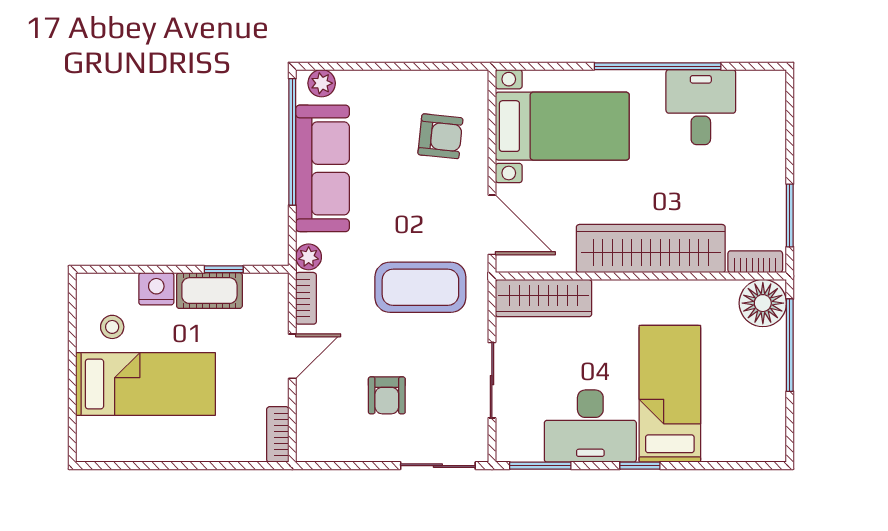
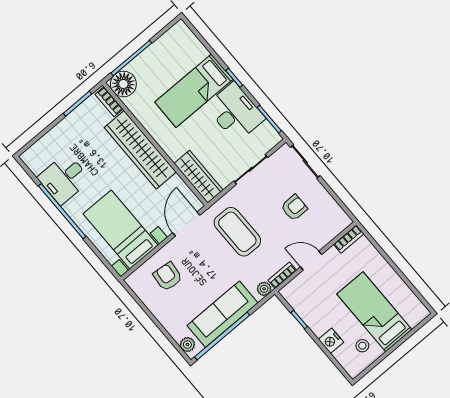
cot: (209, 291) -> (313, 318), removed

